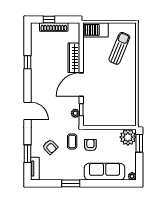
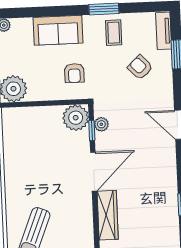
plant: (91, 118) -> (76, 118), added
coffee table: (72, 141) -> (114, 33), moved
sofa: (105, 172) -> (58, 30), width x0.73

